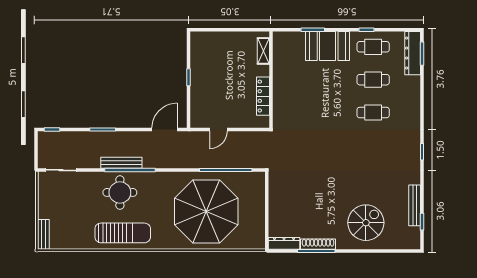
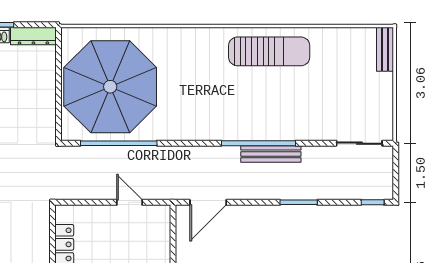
door: (218, 130) -> (129, 202), hinge flipped
round table: (120, 192) -> (273, 110), removed
parasol: (206, 212) -> (110, 87), moved
sun lounger: (123, 233) -> (269, 51), turned 180

